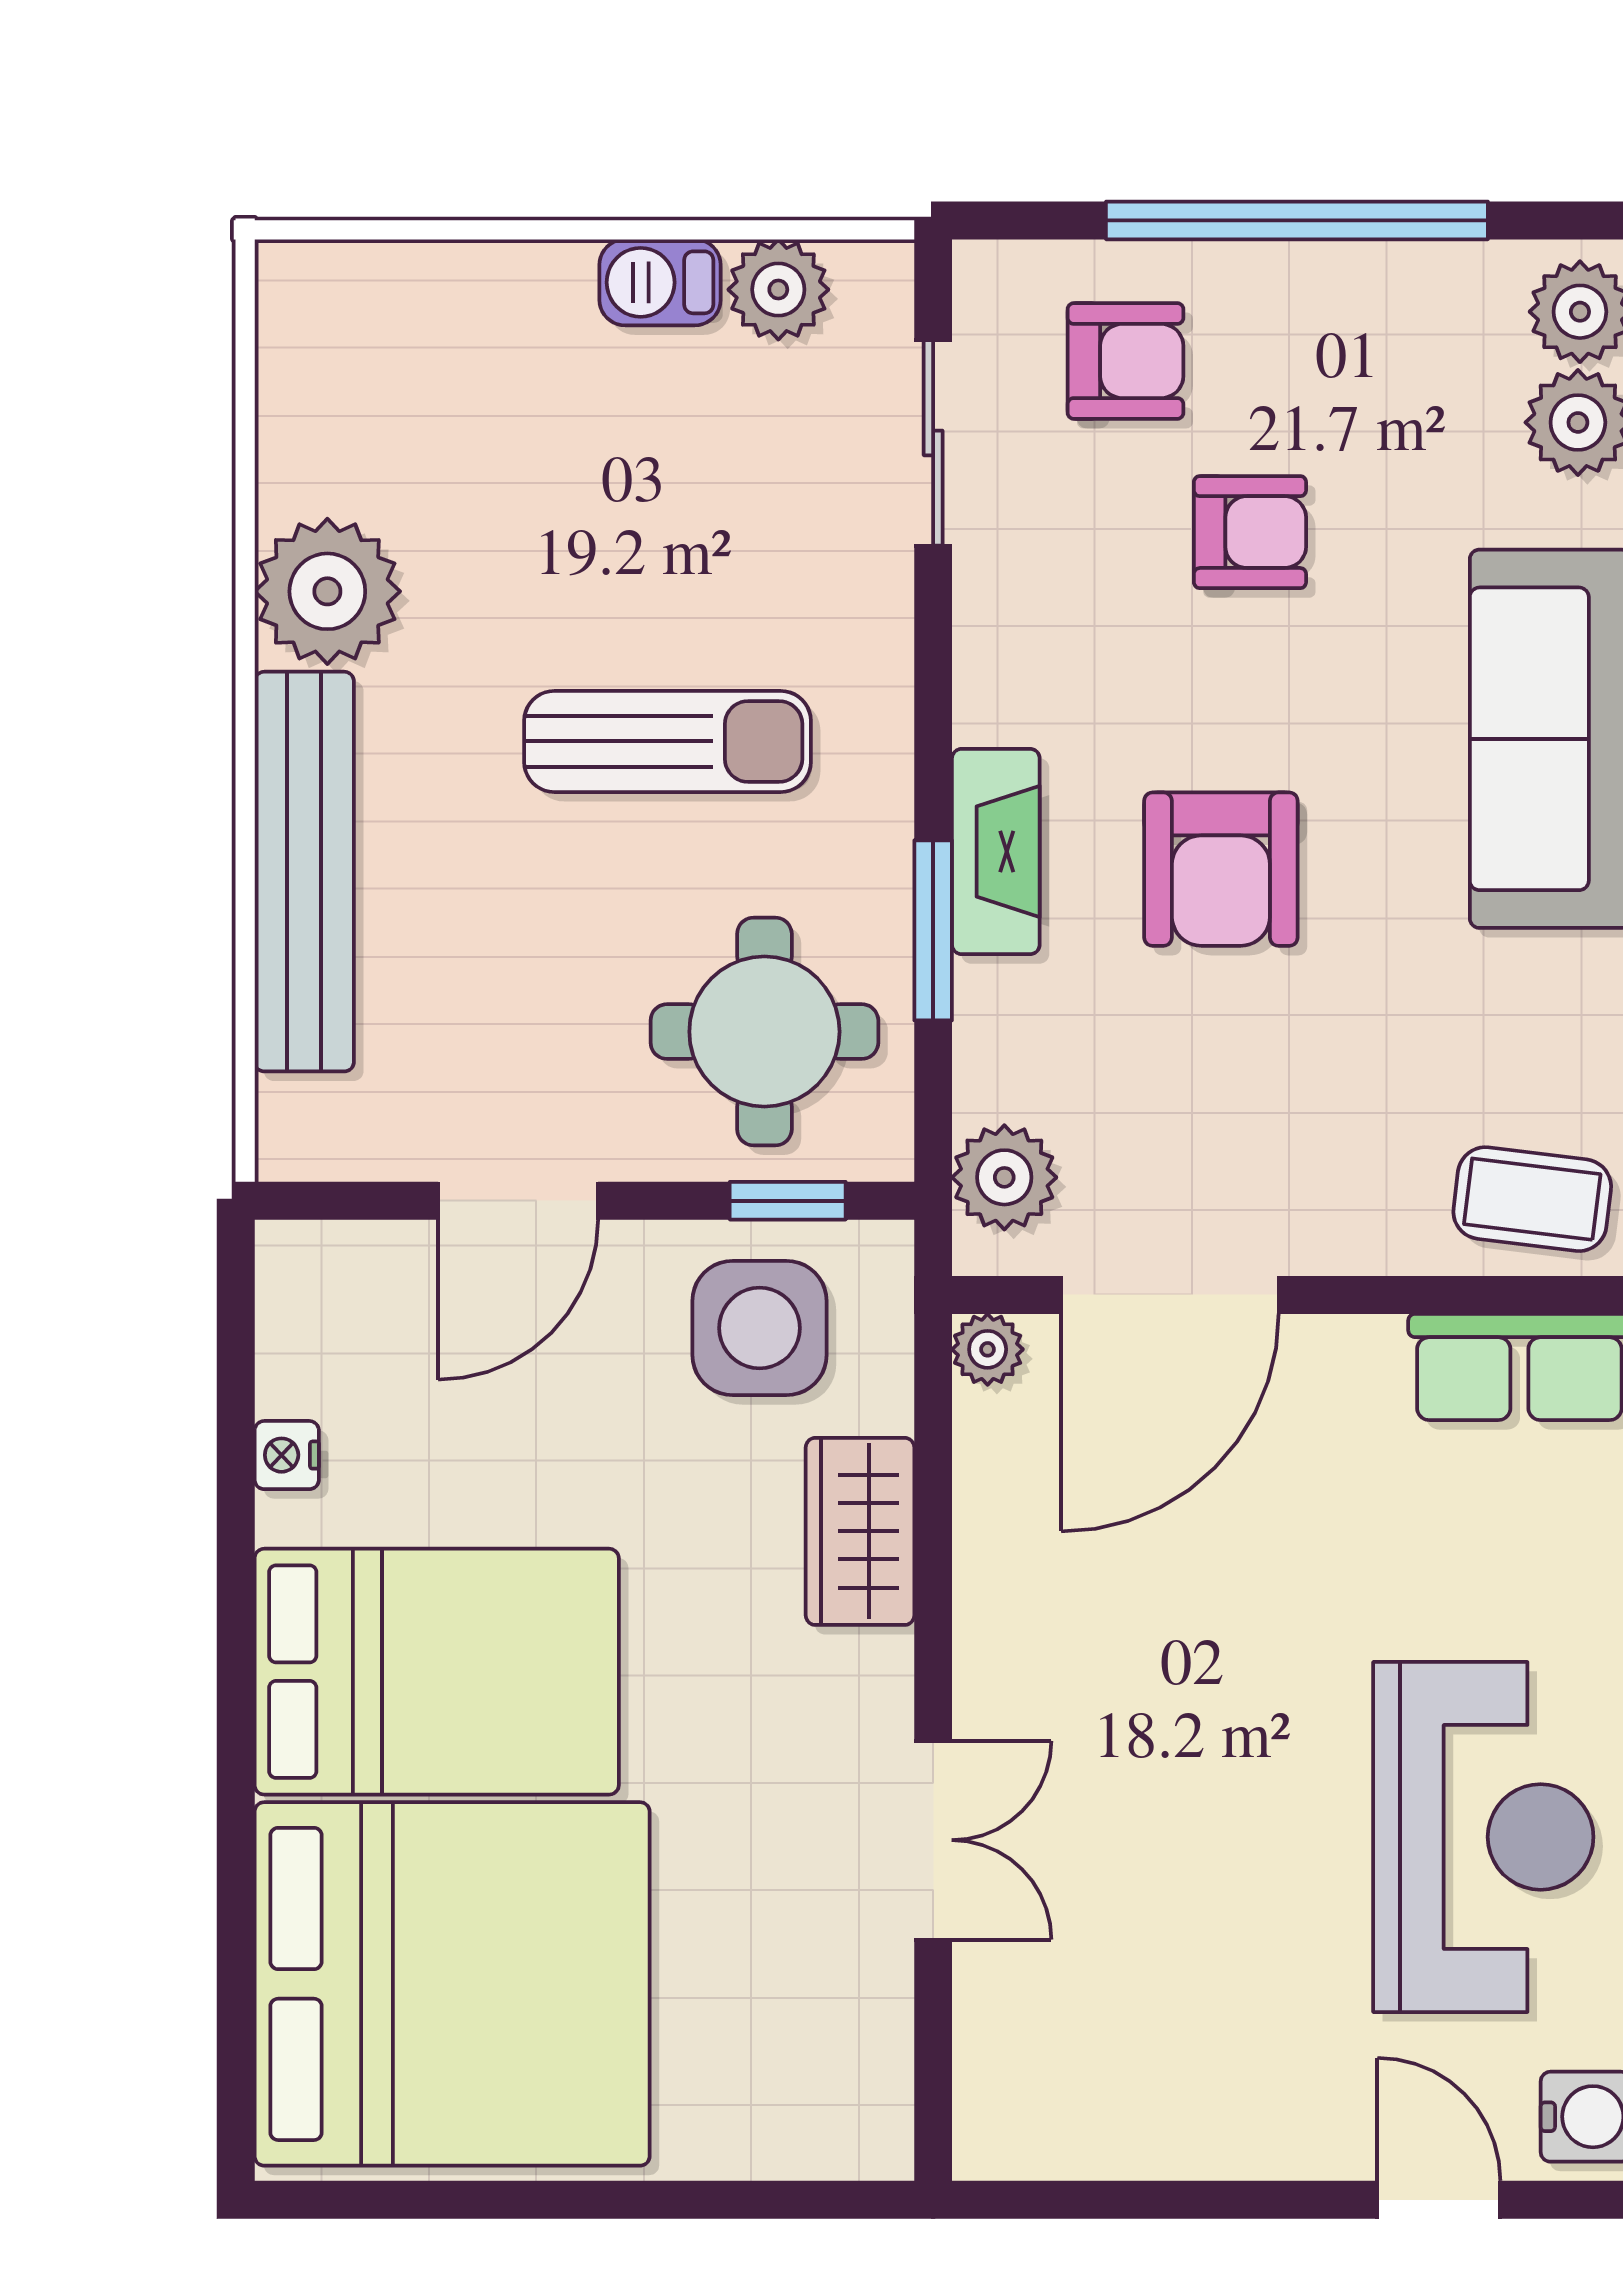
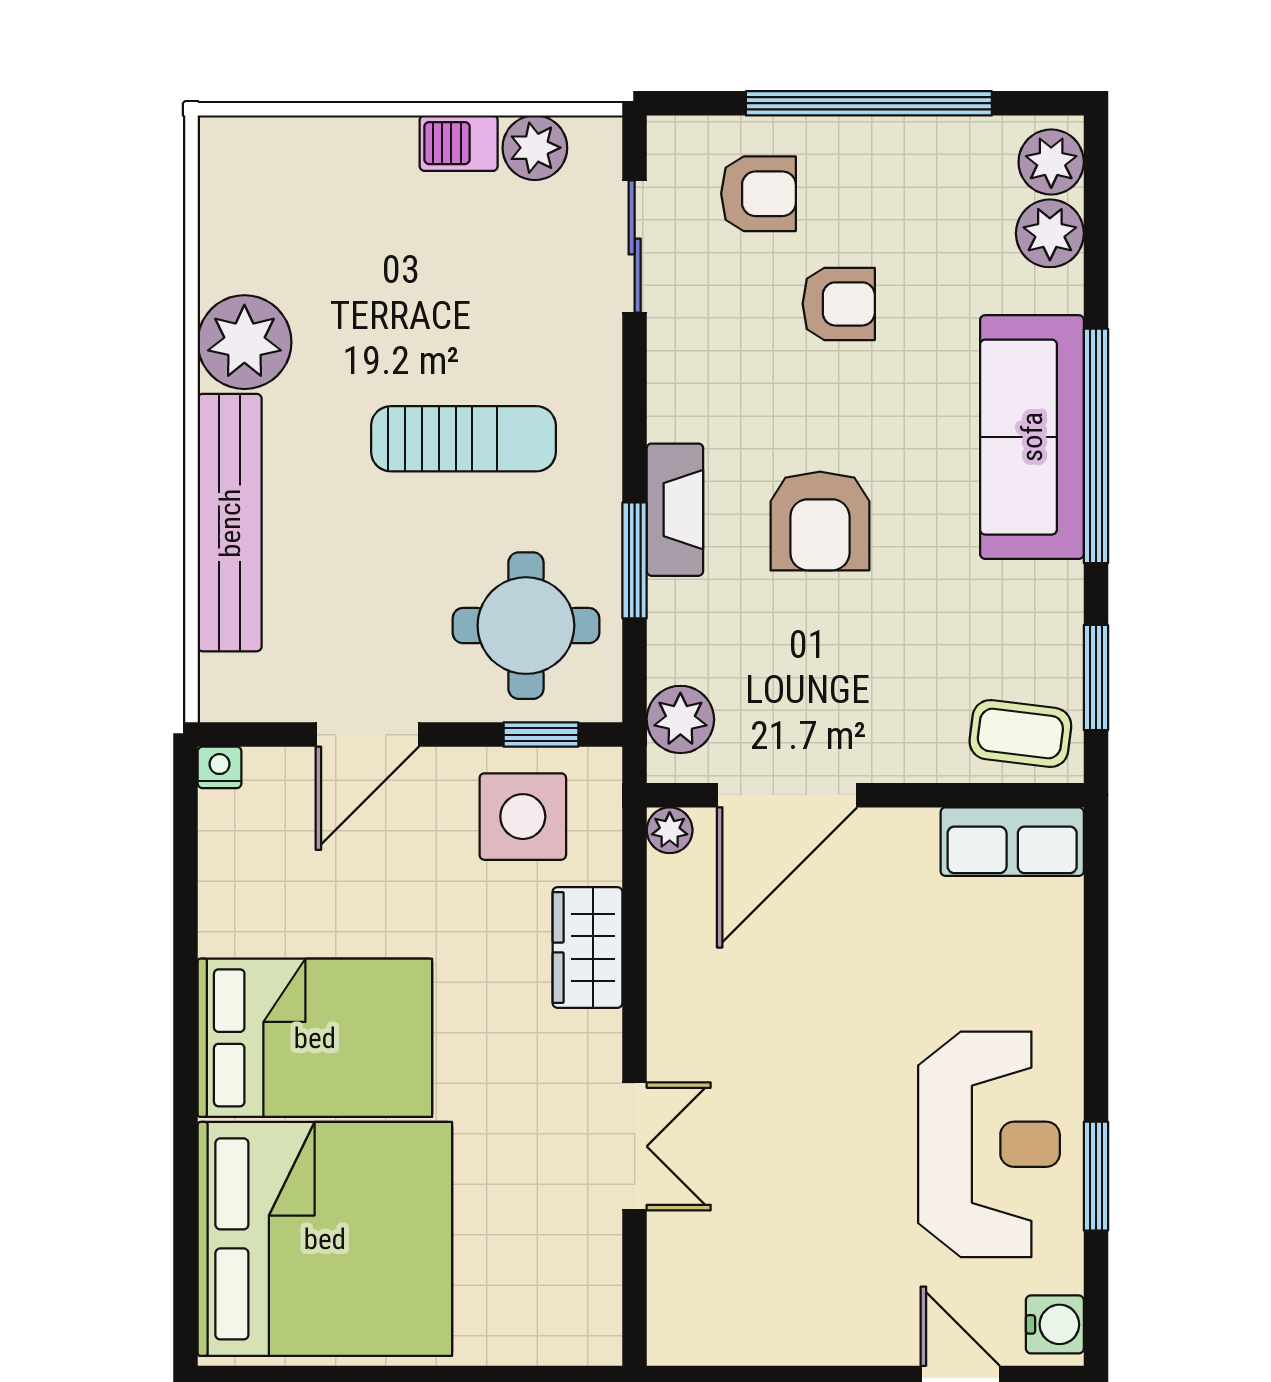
nightstand: (287, 1455) -> (220, 767), moved, turned 90

